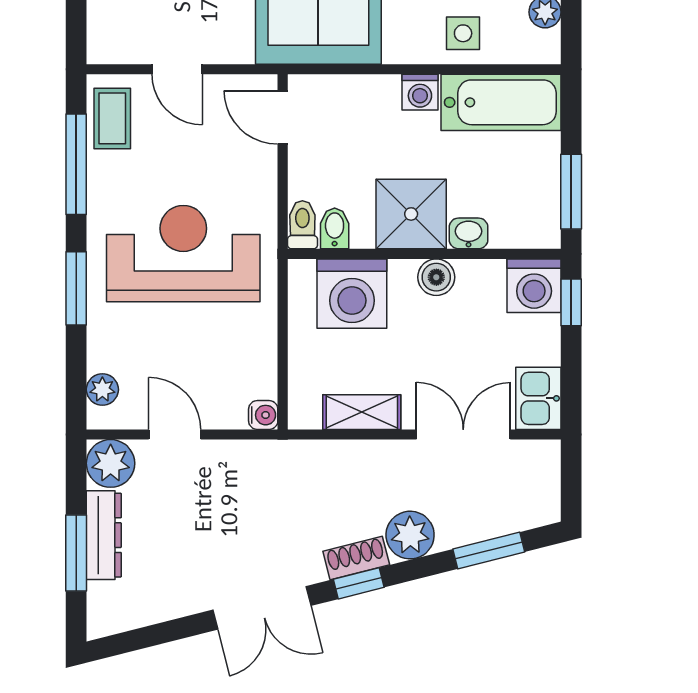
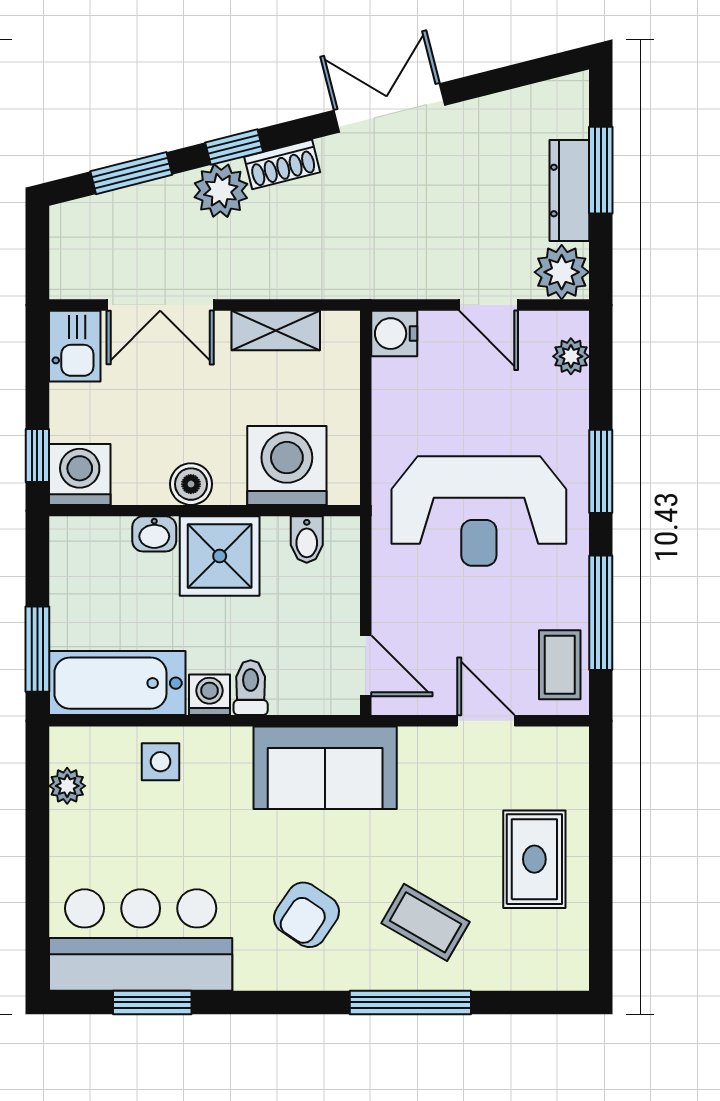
window: (571, 192) -> (37, 649), moved
toilet: (302, 225) -> (251, 688), moved, turned 180
water cooler: (263, 415) -> (394, 334), width x1.38, depth x1.38
window: (359, 583) -> (234, 147), moved

